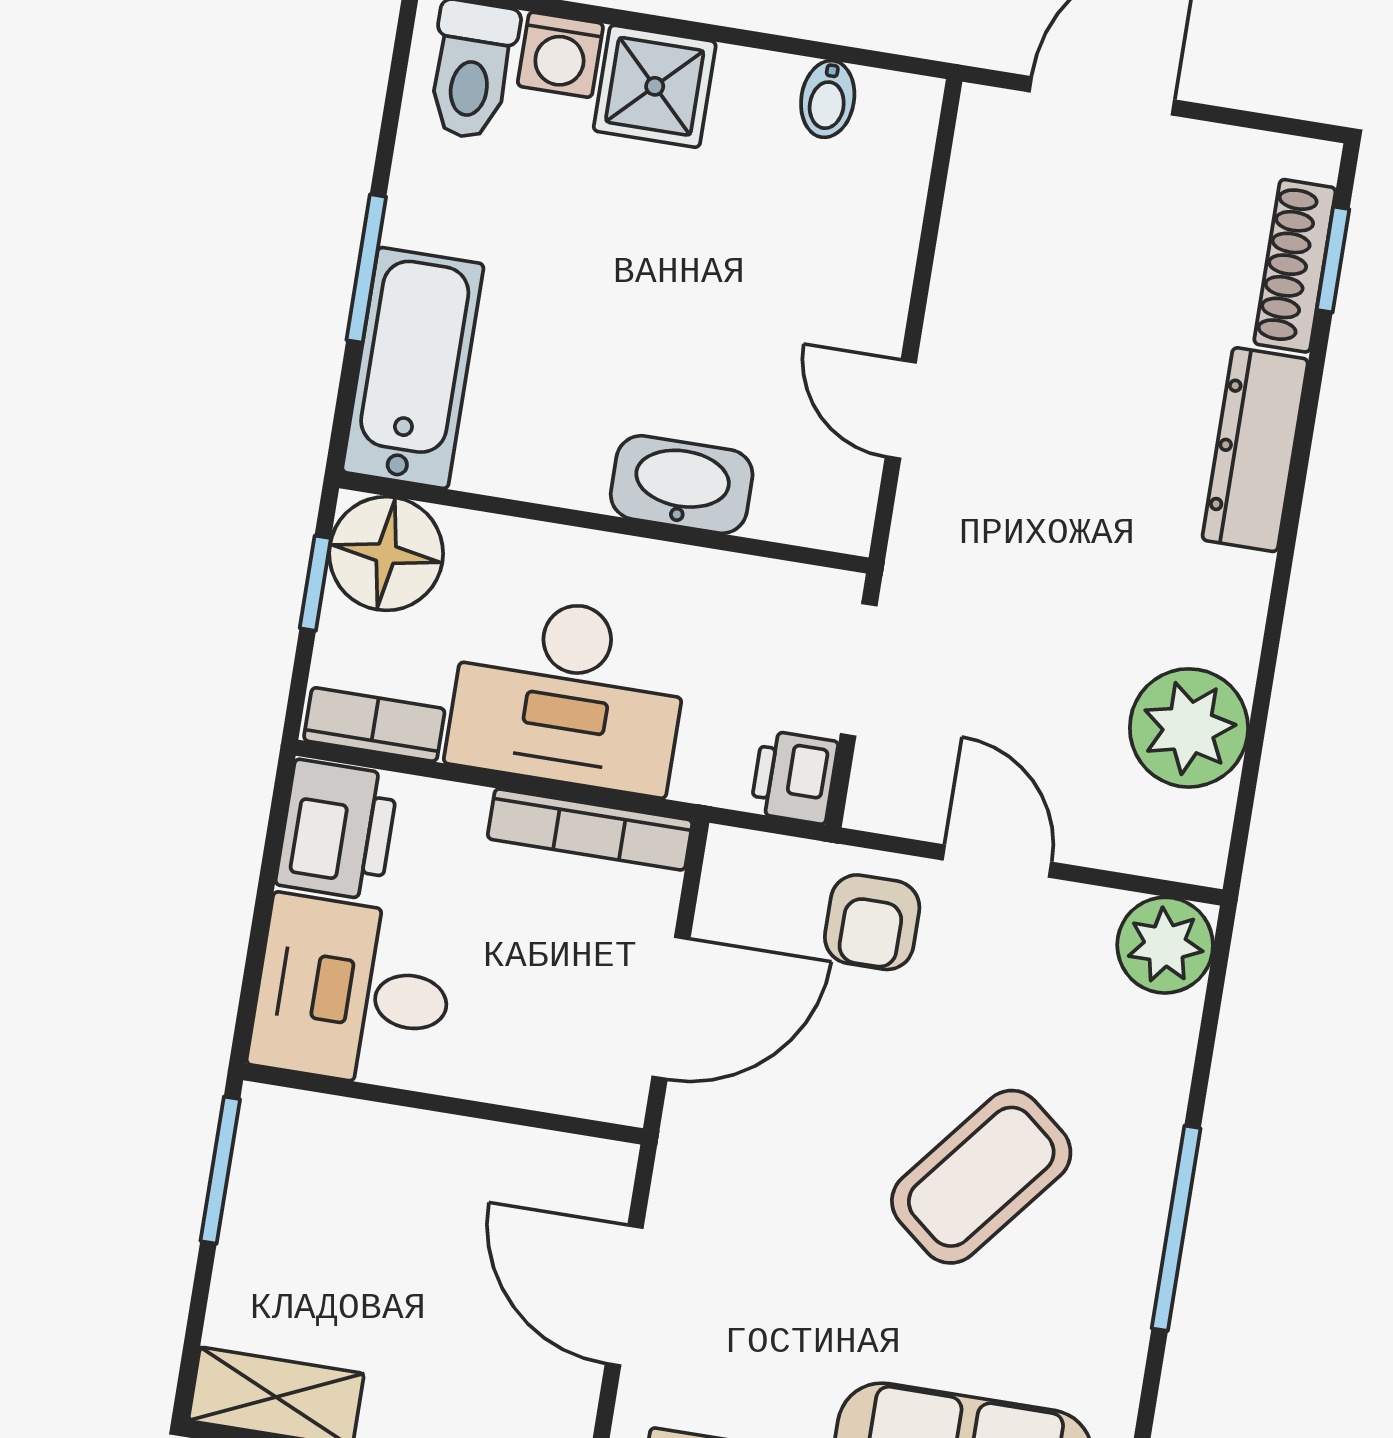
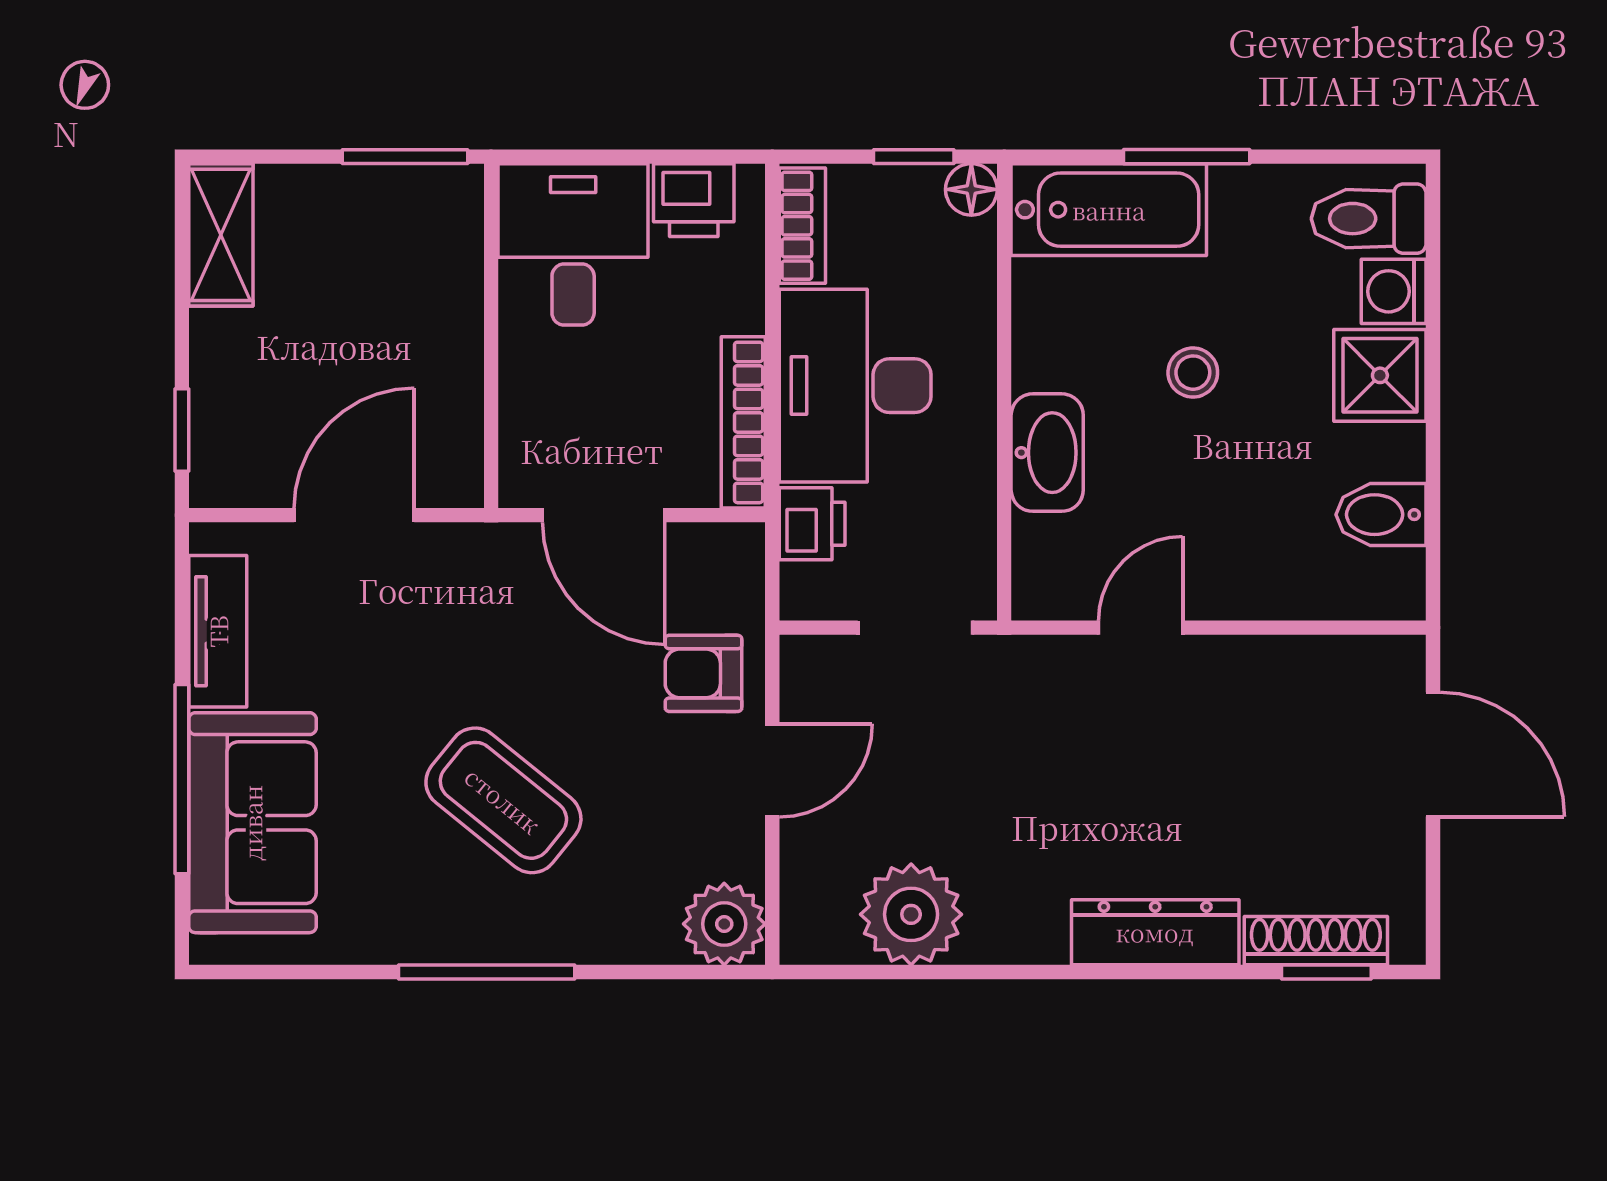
bidet: (828, 99) -> (1381, 515), width x1.38, depth x1.36
stool: (617, 302) -> (1193, 373), added
floor lamp: (386, 554) -> (971, 189), width x0.53, depth x0.53
printer: (794, 777) -> (812, 524), moved, turned 90
printer: (337, 830) -> (694, 200), width x0.73, depth x0.81

